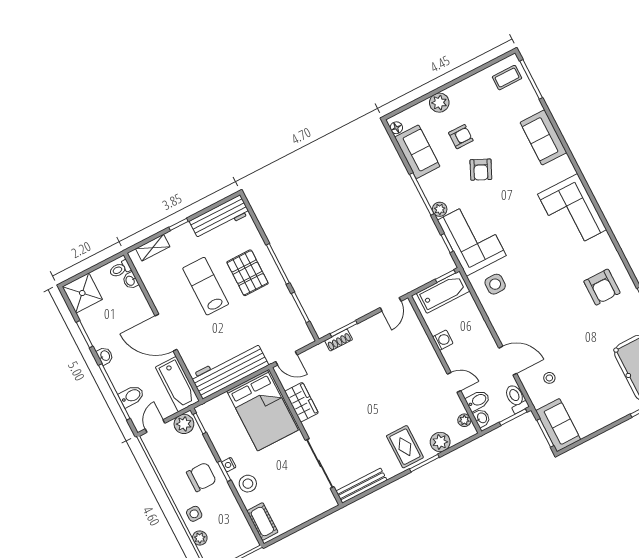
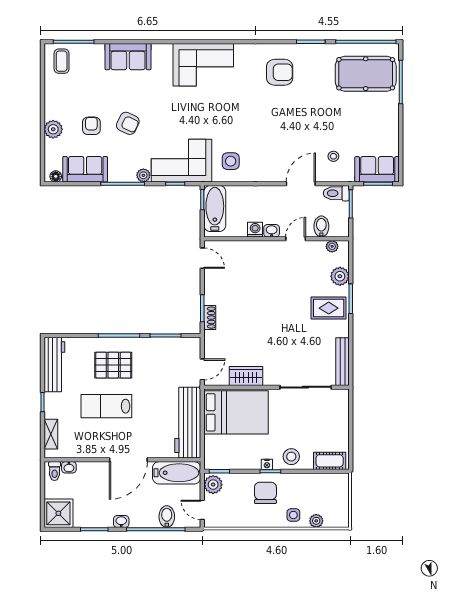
washbasin: (482, 418) -> (272, 231), moved

